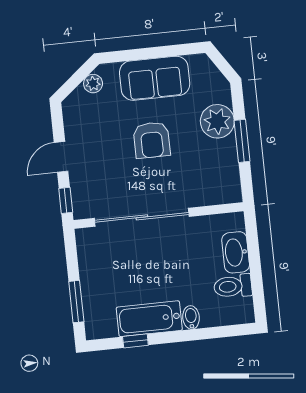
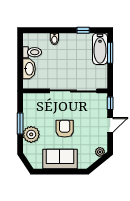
plant: (93, 84) -> (100, 152), moved
bathtub: (149, 319) -> (100, 49), moved, turned 90

